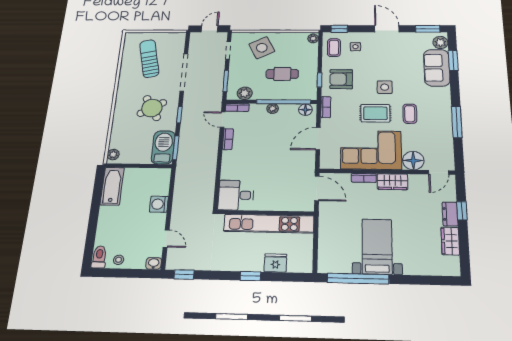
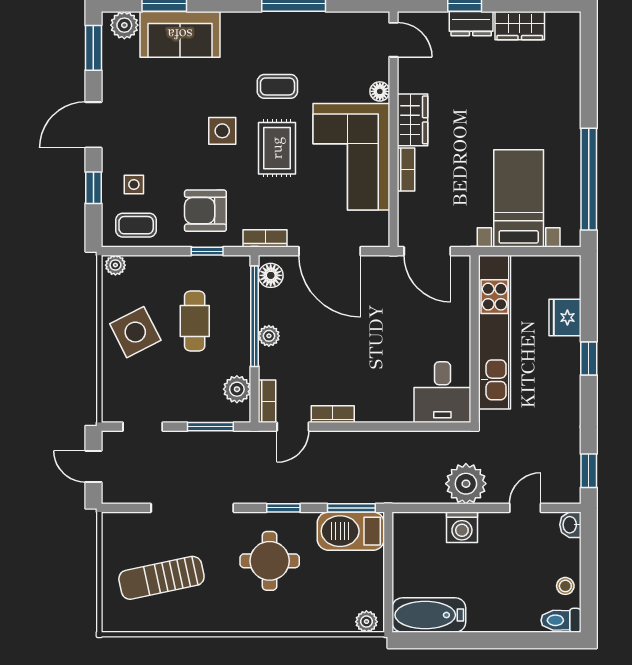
window: (339, 29) -> (93, 188), moved
side table: (262, 48) -> (135, 332), moved
armchair: (341, 79) -> (205, 211), turned 90
round table: (152, 108) -> (270, 561), turned 30
door: (318, 139) -> (330, 251), width x1.36
floor lamp: (413, 161) -> (380, 91), width x0.53, depth x0.53
door: (317, 188) -> (427, 251), swing flipped
plant: (183, 207) -> (466, 484), added
bed with nightstands: (377, 246) -> (519, 198), moved, turned 90

